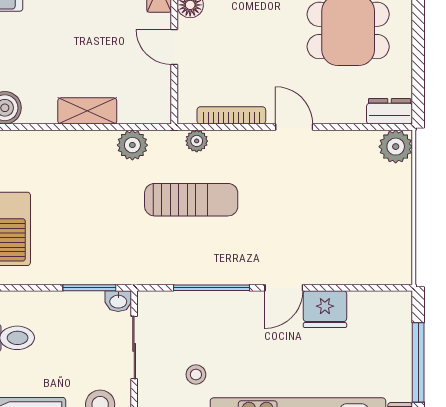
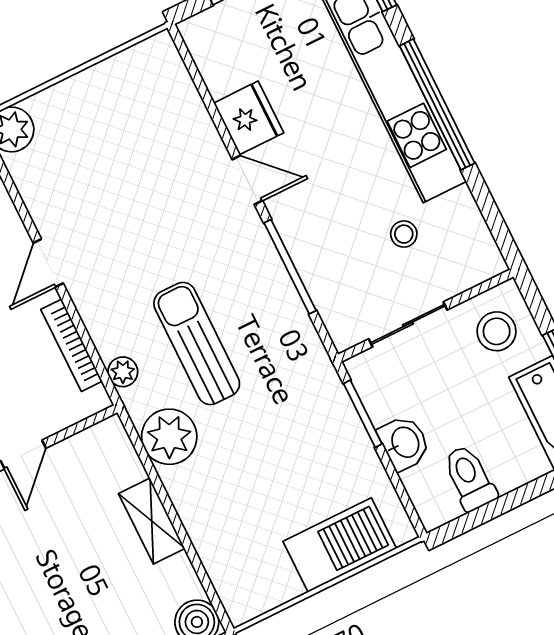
plant: (132, 145) -> (169, 437), width x1.36, depth x1.36
washbasin: (118, 301) -> (404, 443), moved, width x1.38, depth x1.45

